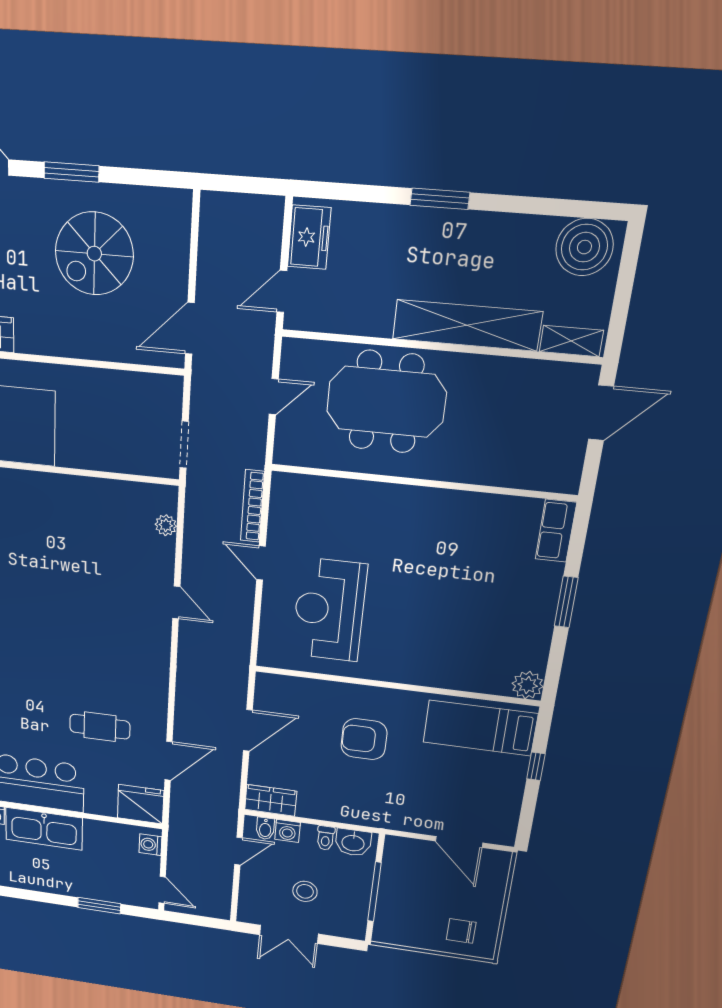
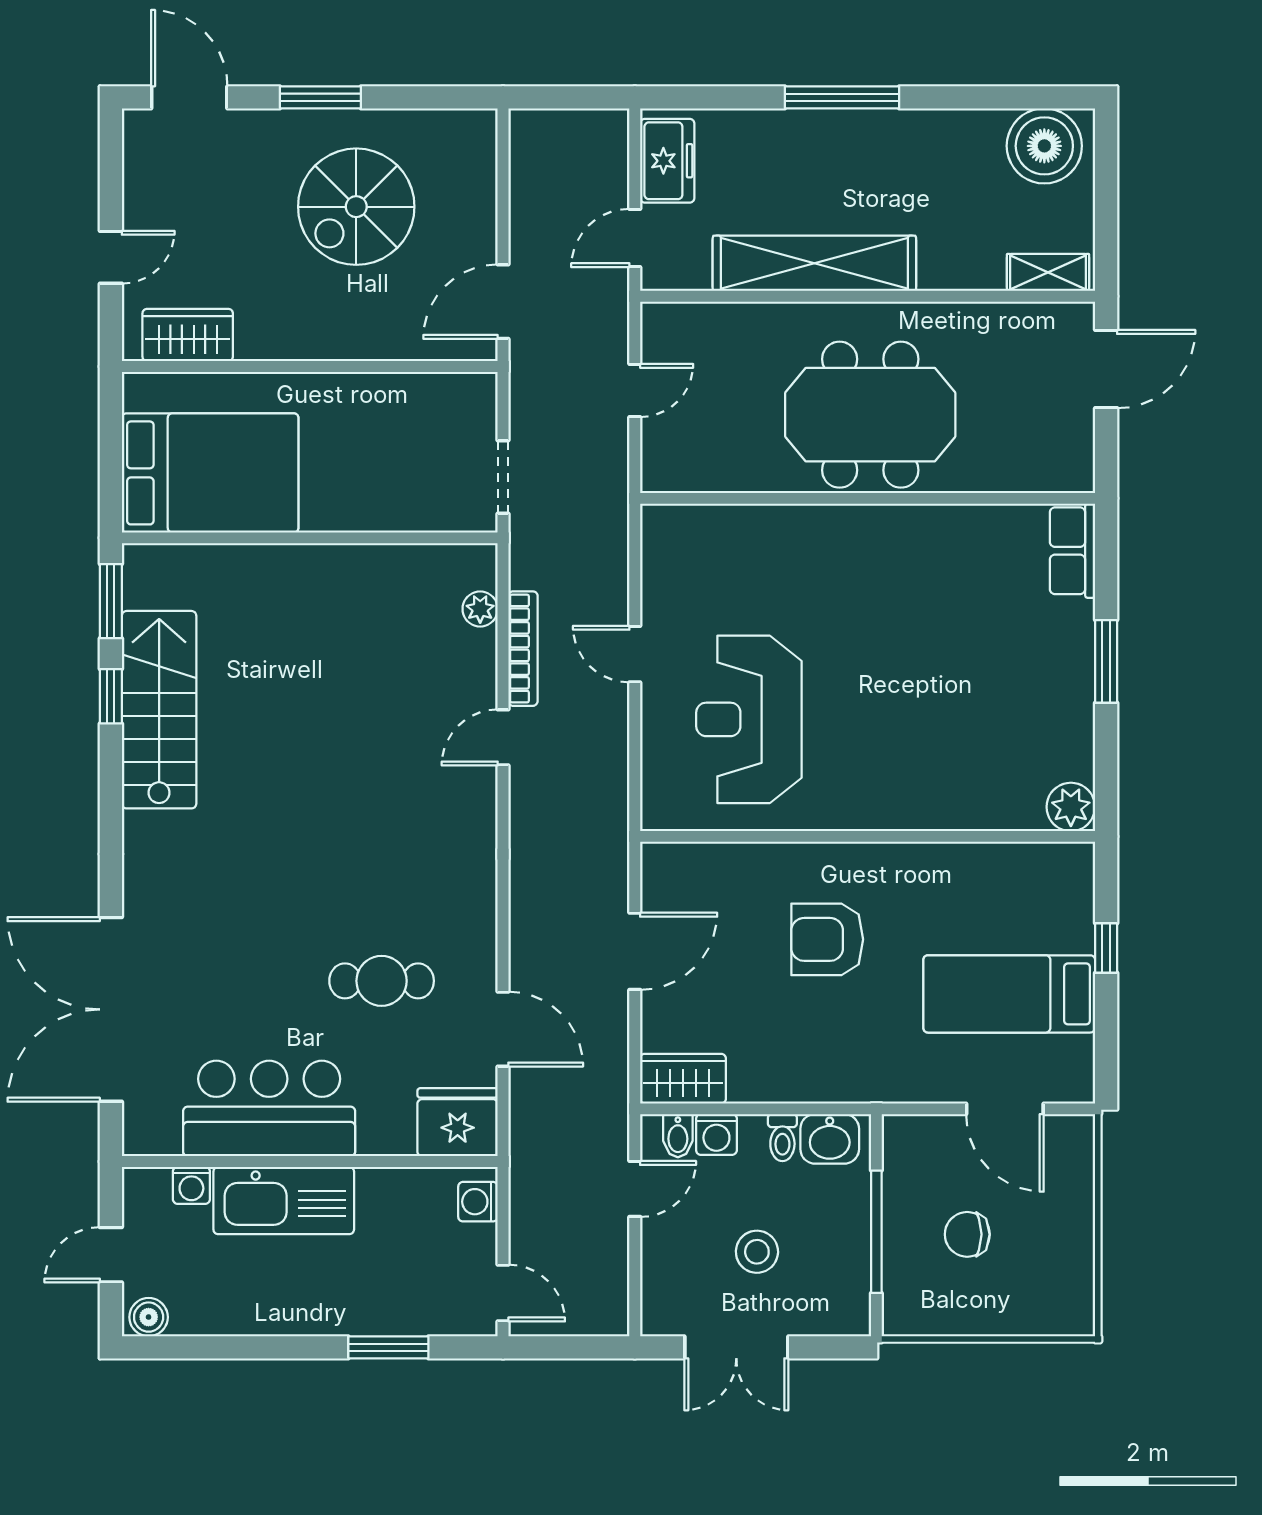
window: (440, 199) -> (842, 97), width x1.44
shelving: (467, 325) -> (814, 263), moved
meeting table: (386, 402) -> (870, 415), moved
bookcase: (252, 506) -> (523, 649), moved, turned 180
door: (176, 603) -> (503, 737), swing flipped
bed: (480, 728) -> (1009, 994), moved
door: (168, 761) -> (503, 1029), hinge flipped
chair: (461, 931) -> (967, 1234), moved

